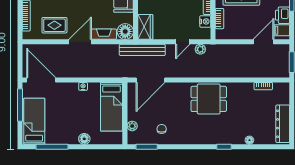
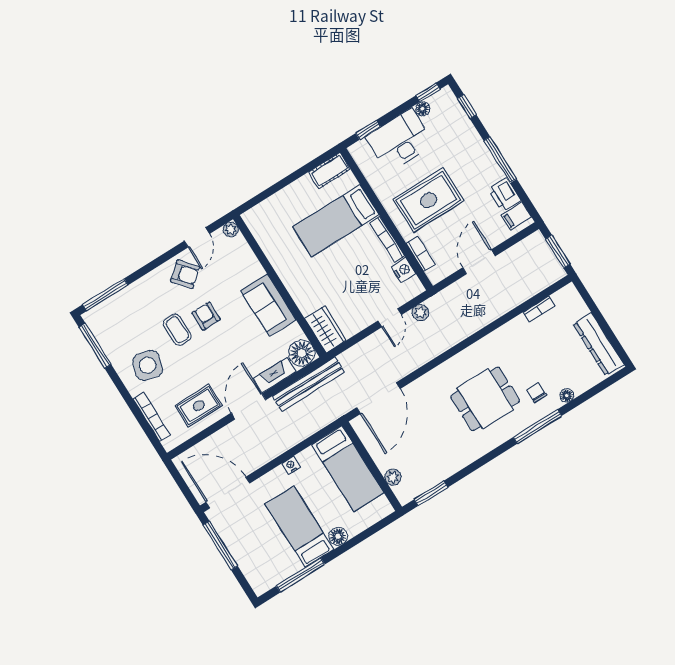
door: (263, 42) -> (479, 262), moved
bench: (142, 50) -> (308, 384), moved
dining table: (209, 99) -> (485, 399), moved
bed: (34, 121) -> (299, 527), moved
chair: (162, 129) -> (537, 393), moved
window: (224, 147) -> (537, 427), width x2.17

